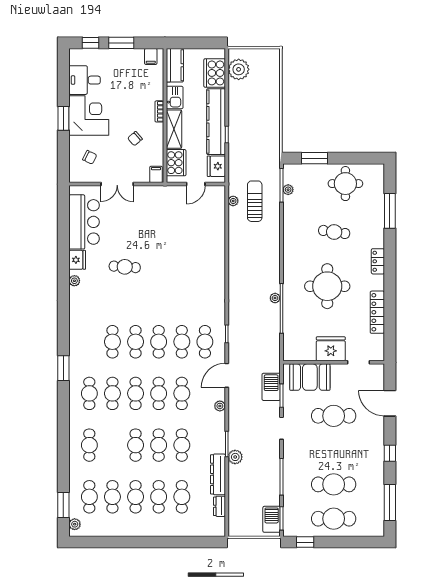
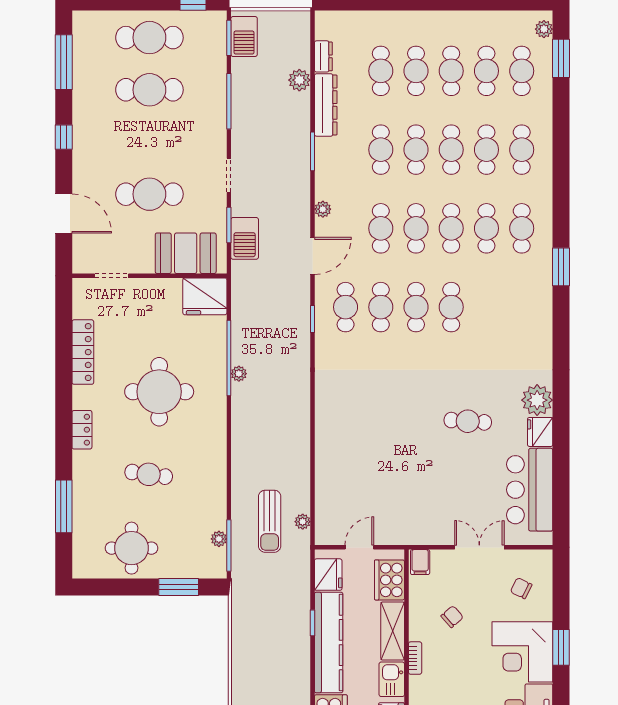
plant: (74, 281) -> (537, 400), width x1.88, depth x1.88
cafe table: (112, 342) -> (486, 150), moved
fridge: (331, 349) -> (205, 296), moved
plant: (235, 457) -> (299, 80), moved

